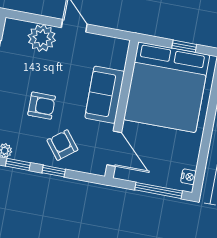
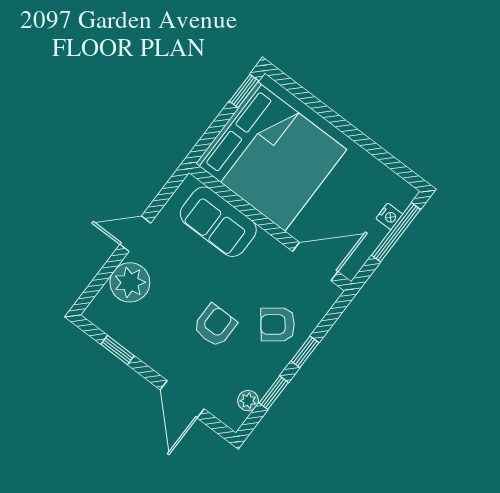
window: (184, 46) -> (244, 91), moved
sofa: (105, 95) -> (218, 222), moved
nightstand: (188, 177) -> (389, 216), moved, turned 90

